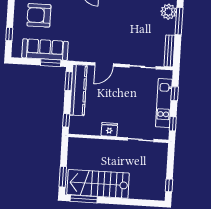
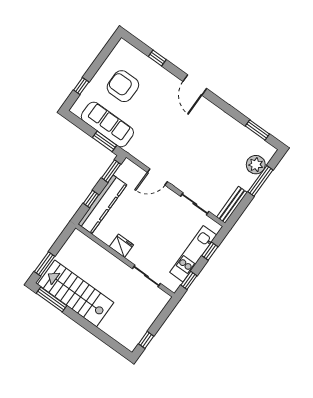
kitchen counter: (78, 90) -> (102, 204), moved
window: (66, 120) -> (91, 199), moved

